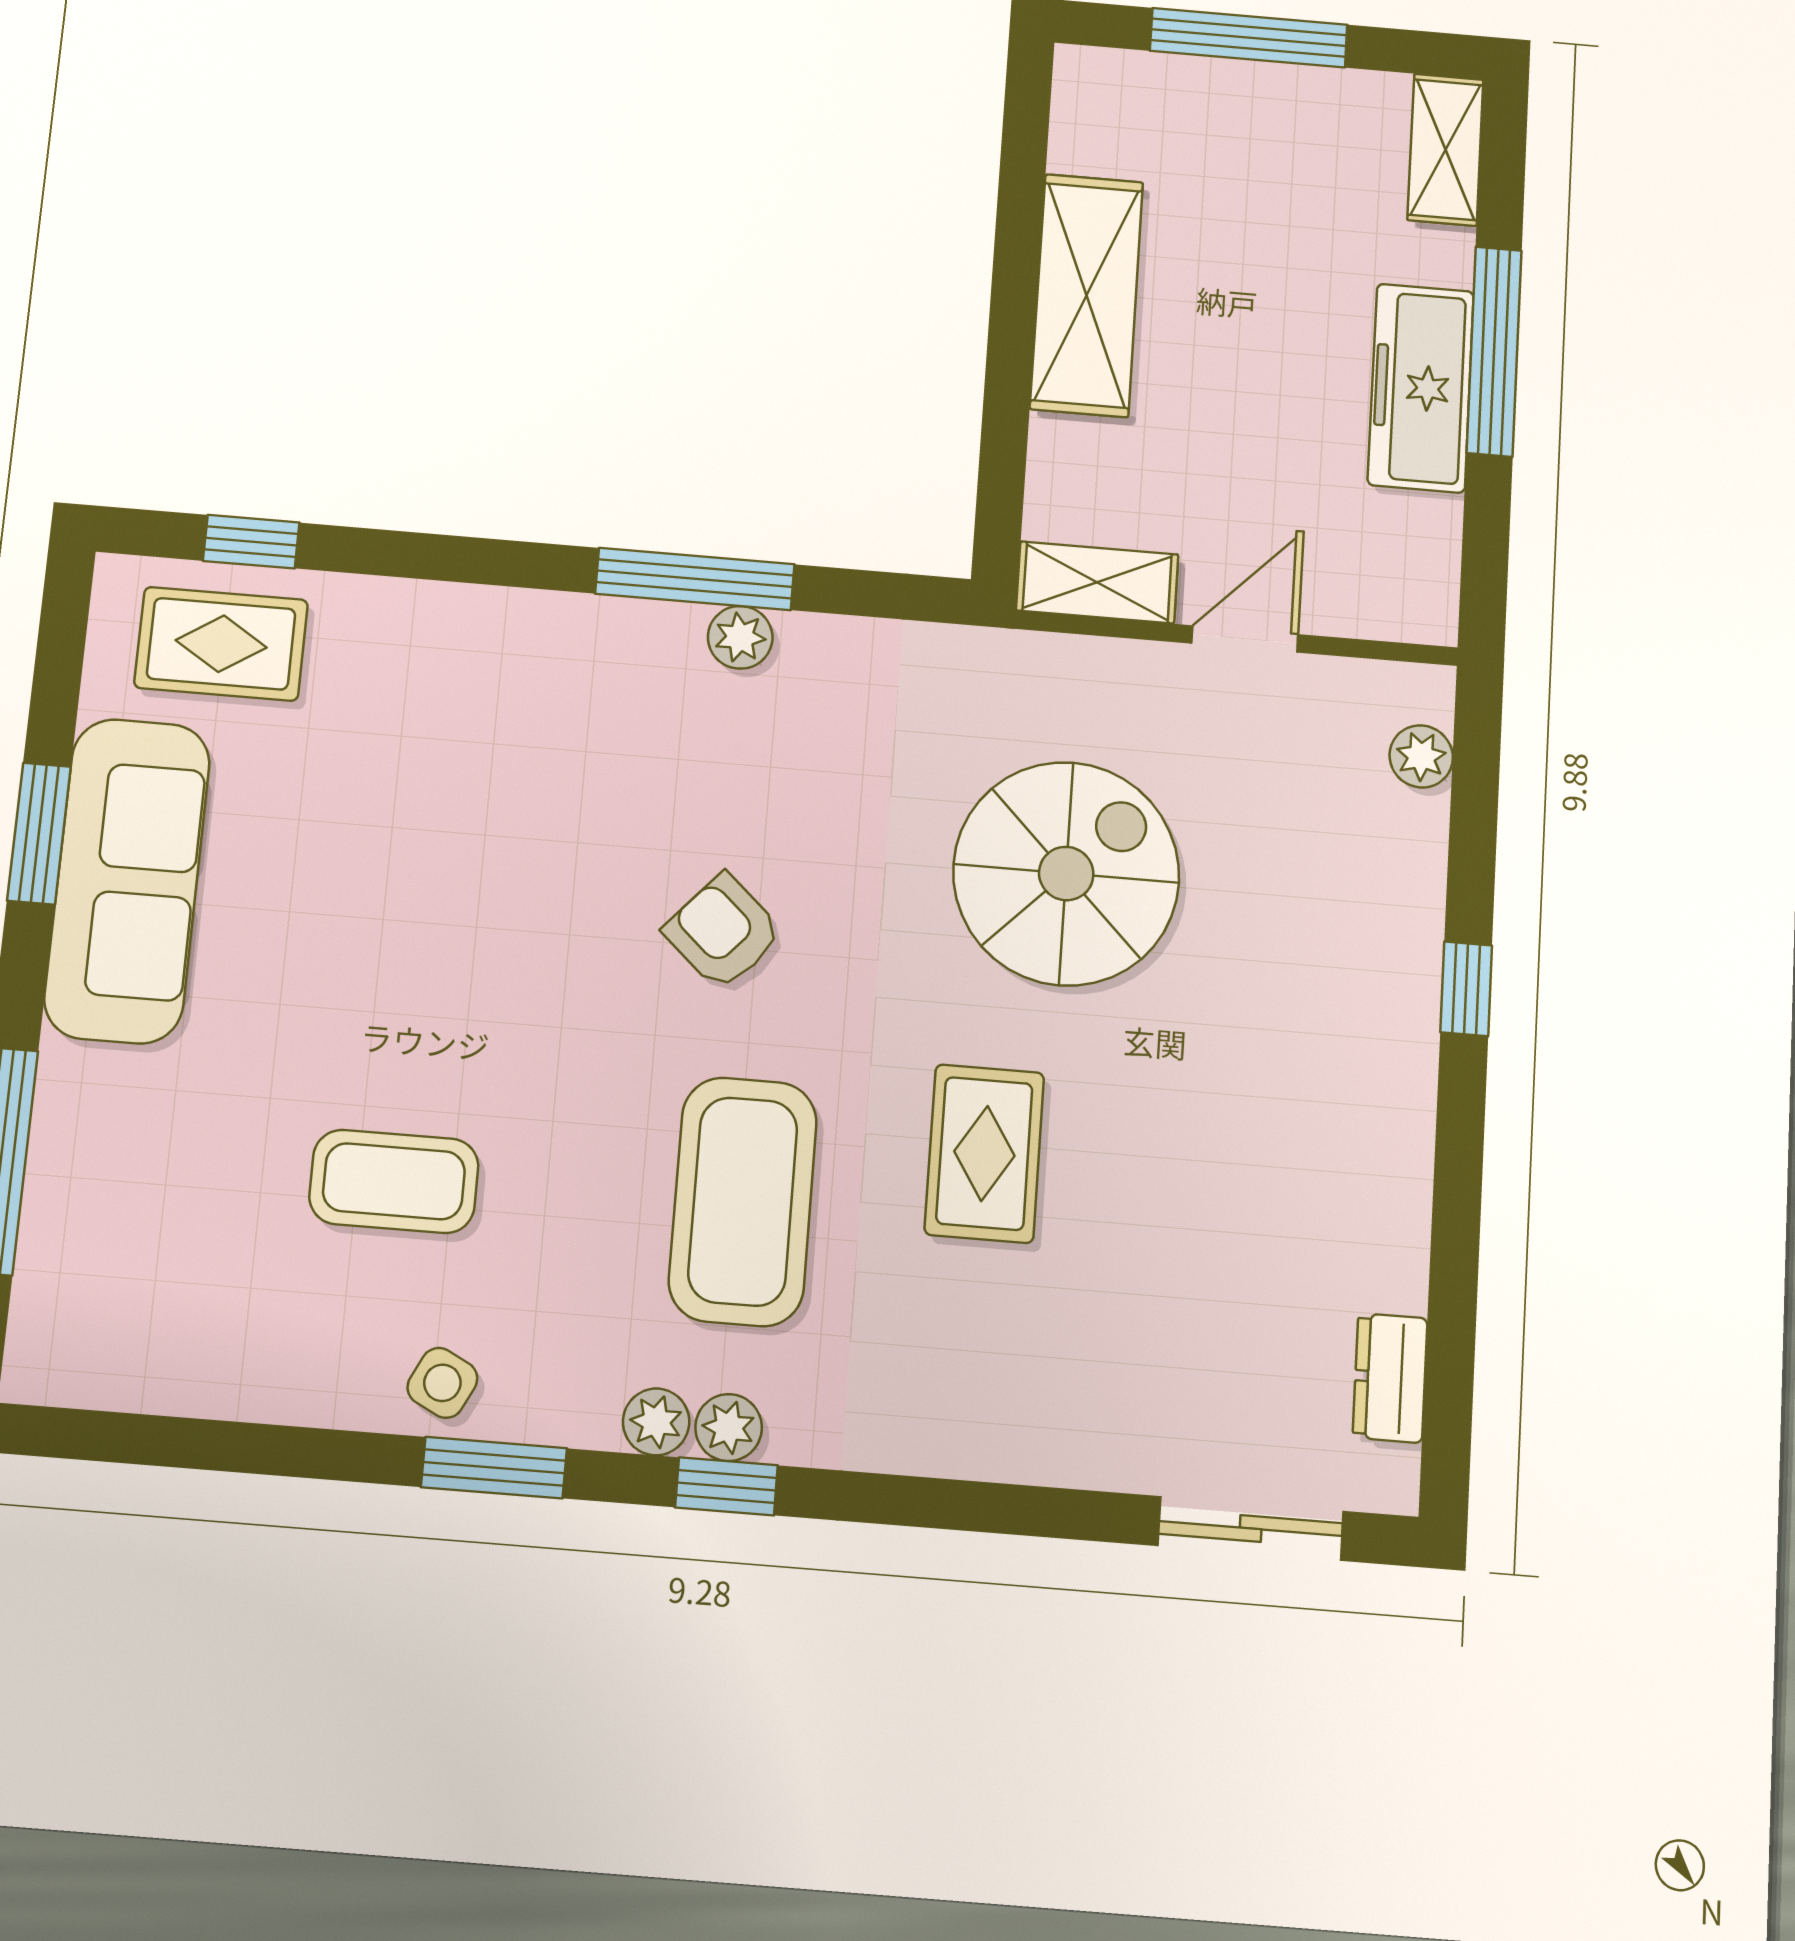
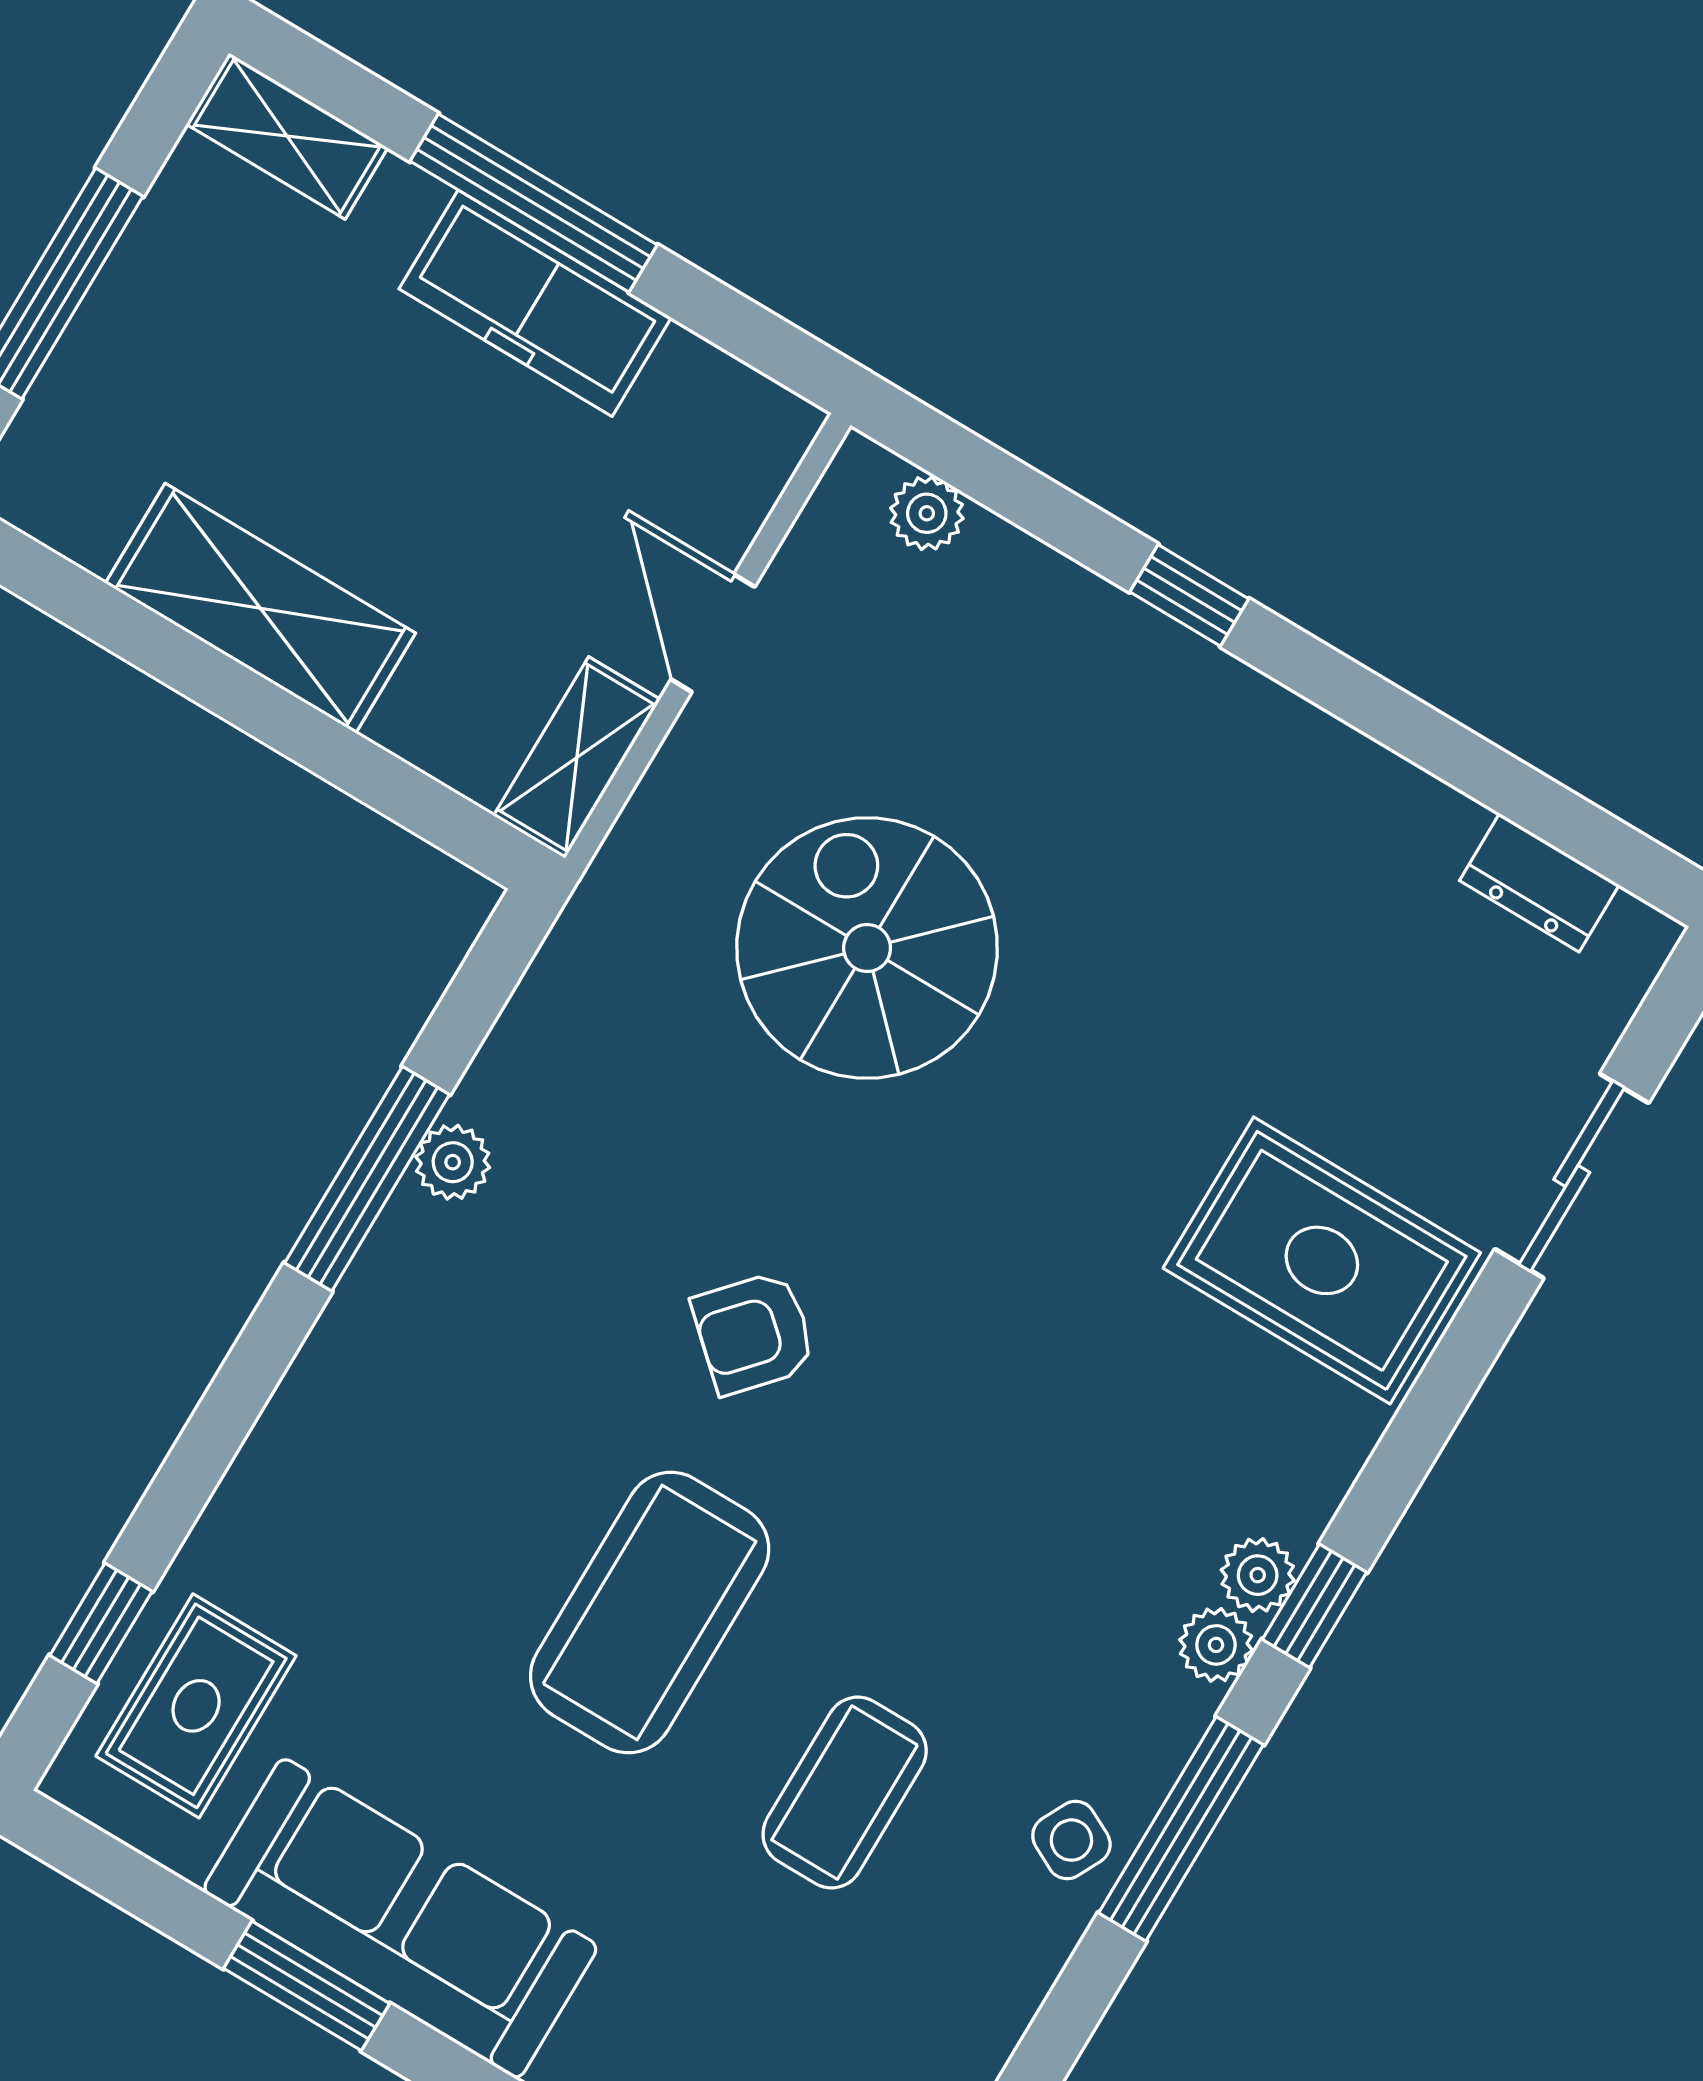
rug: (984, 1153) -> (1322, 1260), moved, width x1.36, depth x1.43
coffee table: (743, 1201) -> (650, 1613), moved, turned 90
window: (494, 1468) -> (1181, 1829), width x1.44
sliding door: (1251, 1528) -> (1572, 1176), moved

